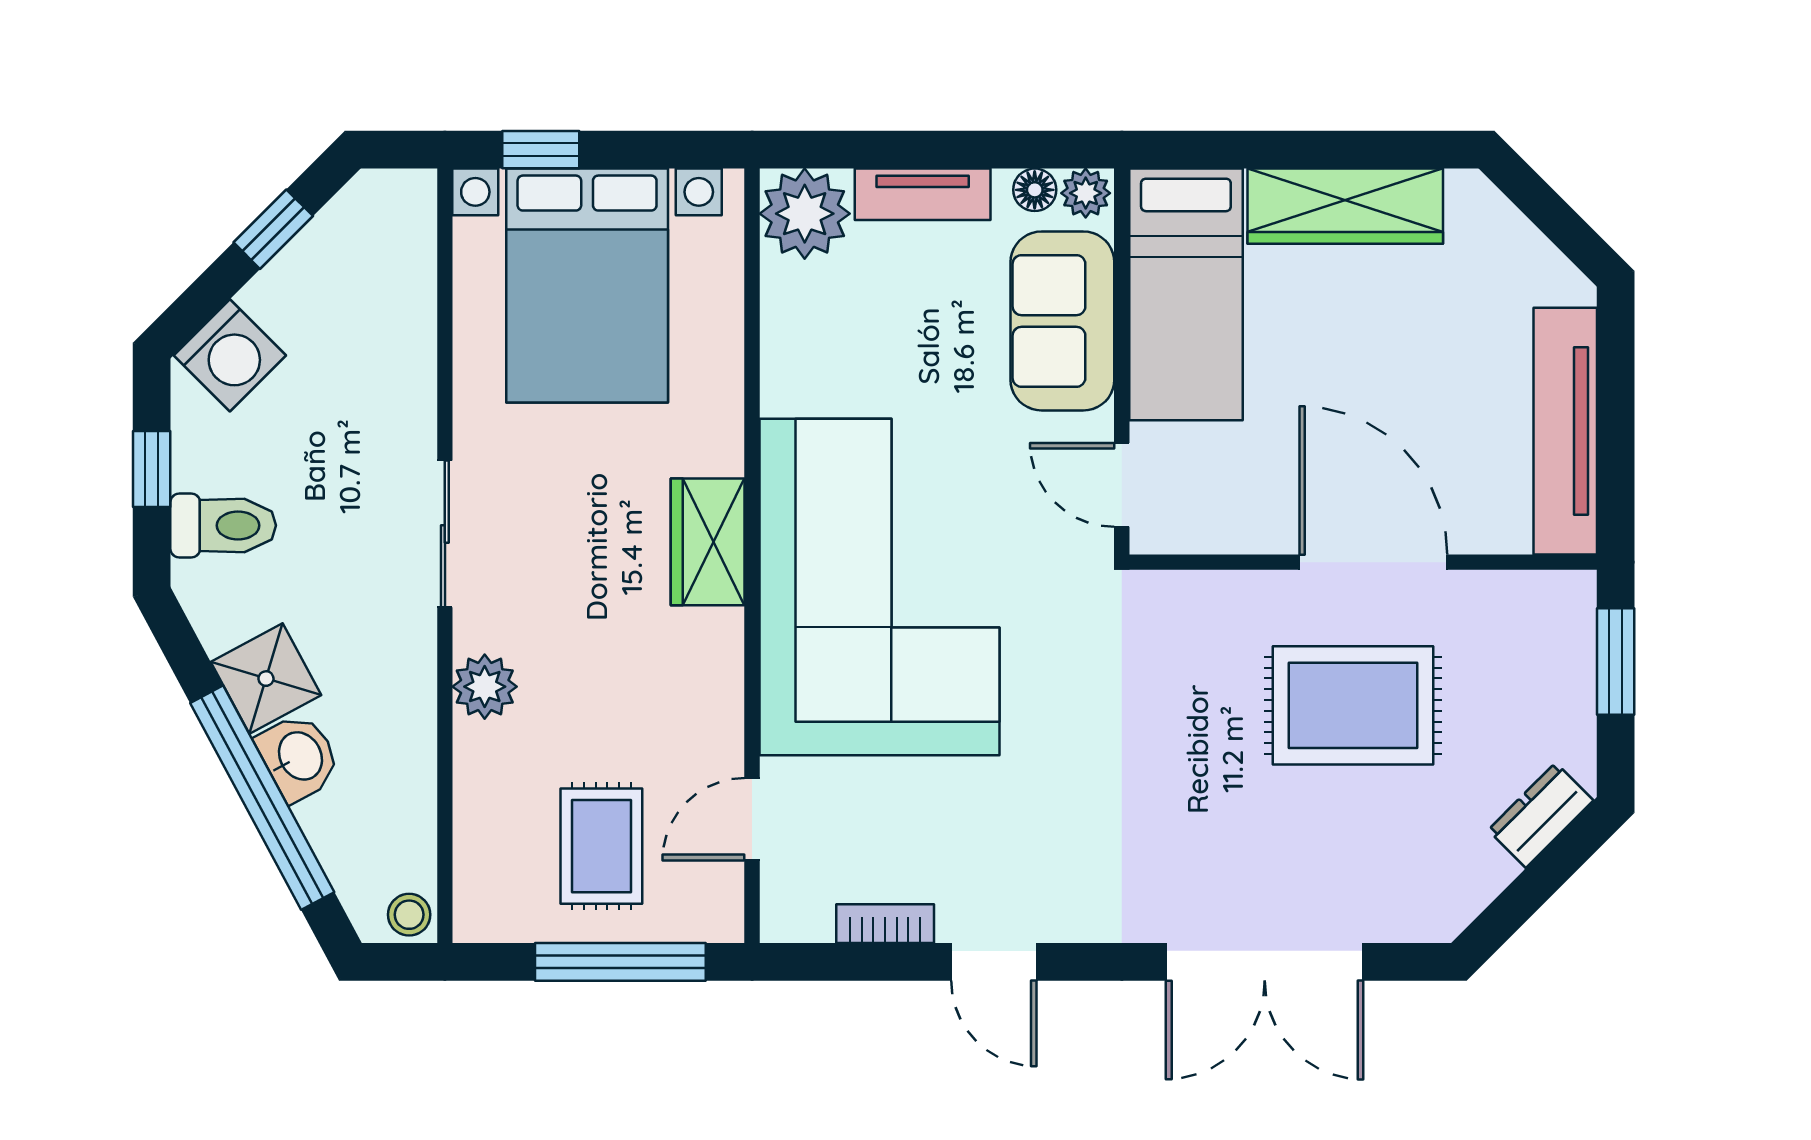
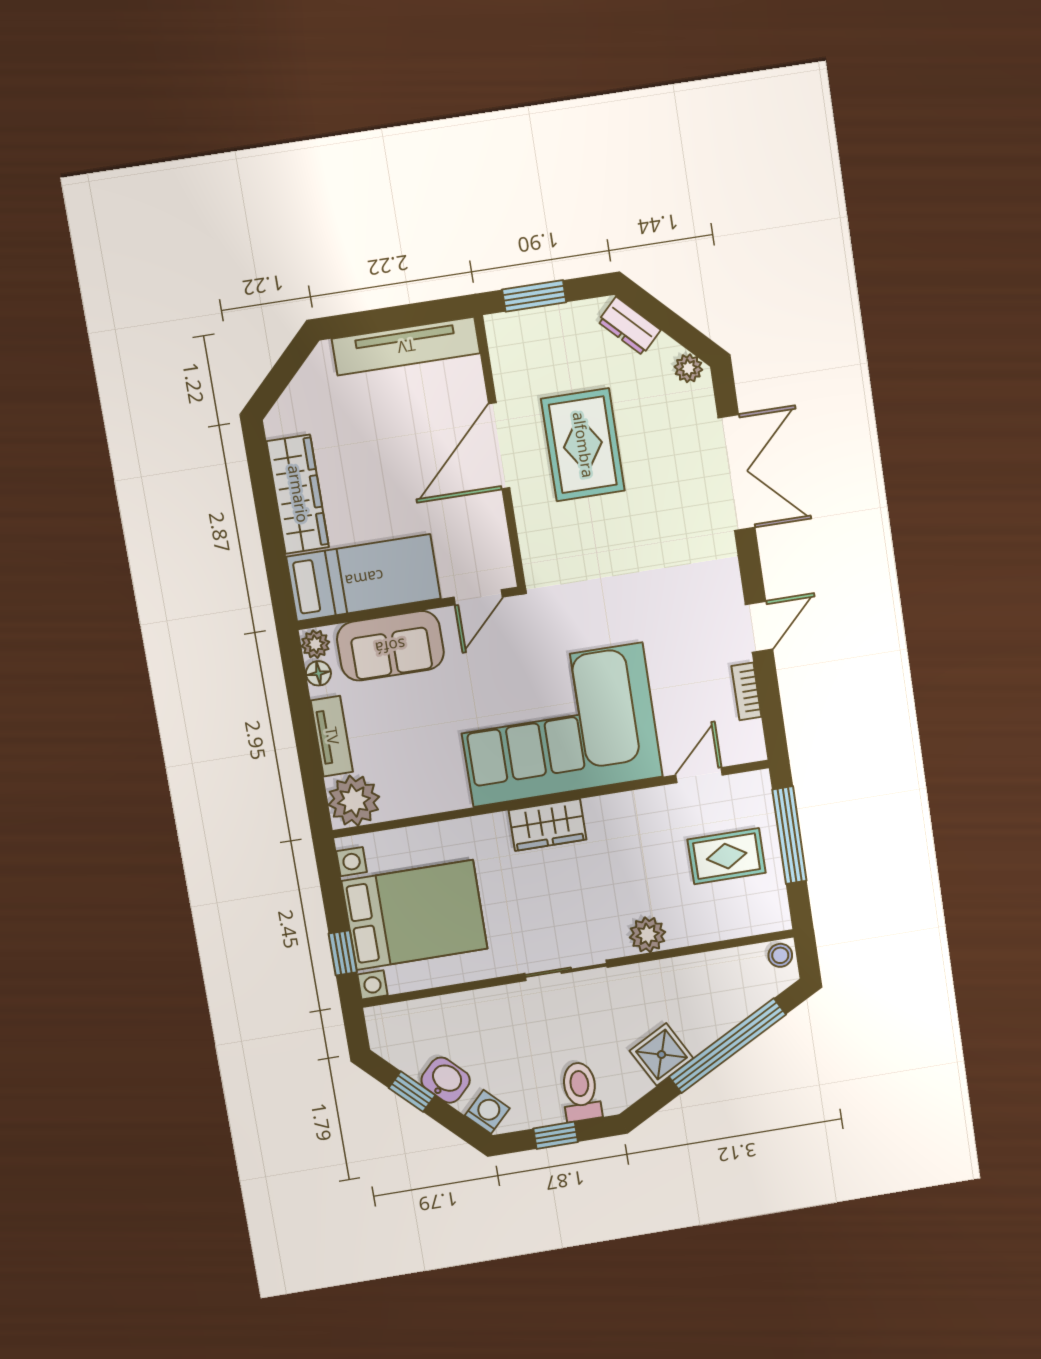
washing machine: (230, 355) -> (487, 1112), width x0.73, depth x0.73
washbasin: (299, 757) -> (446, 1080), moved, turned 73
door: (752, 819) -> (699, 775), swing flipped
plant: (1454, 906) -> (688, 368), added

